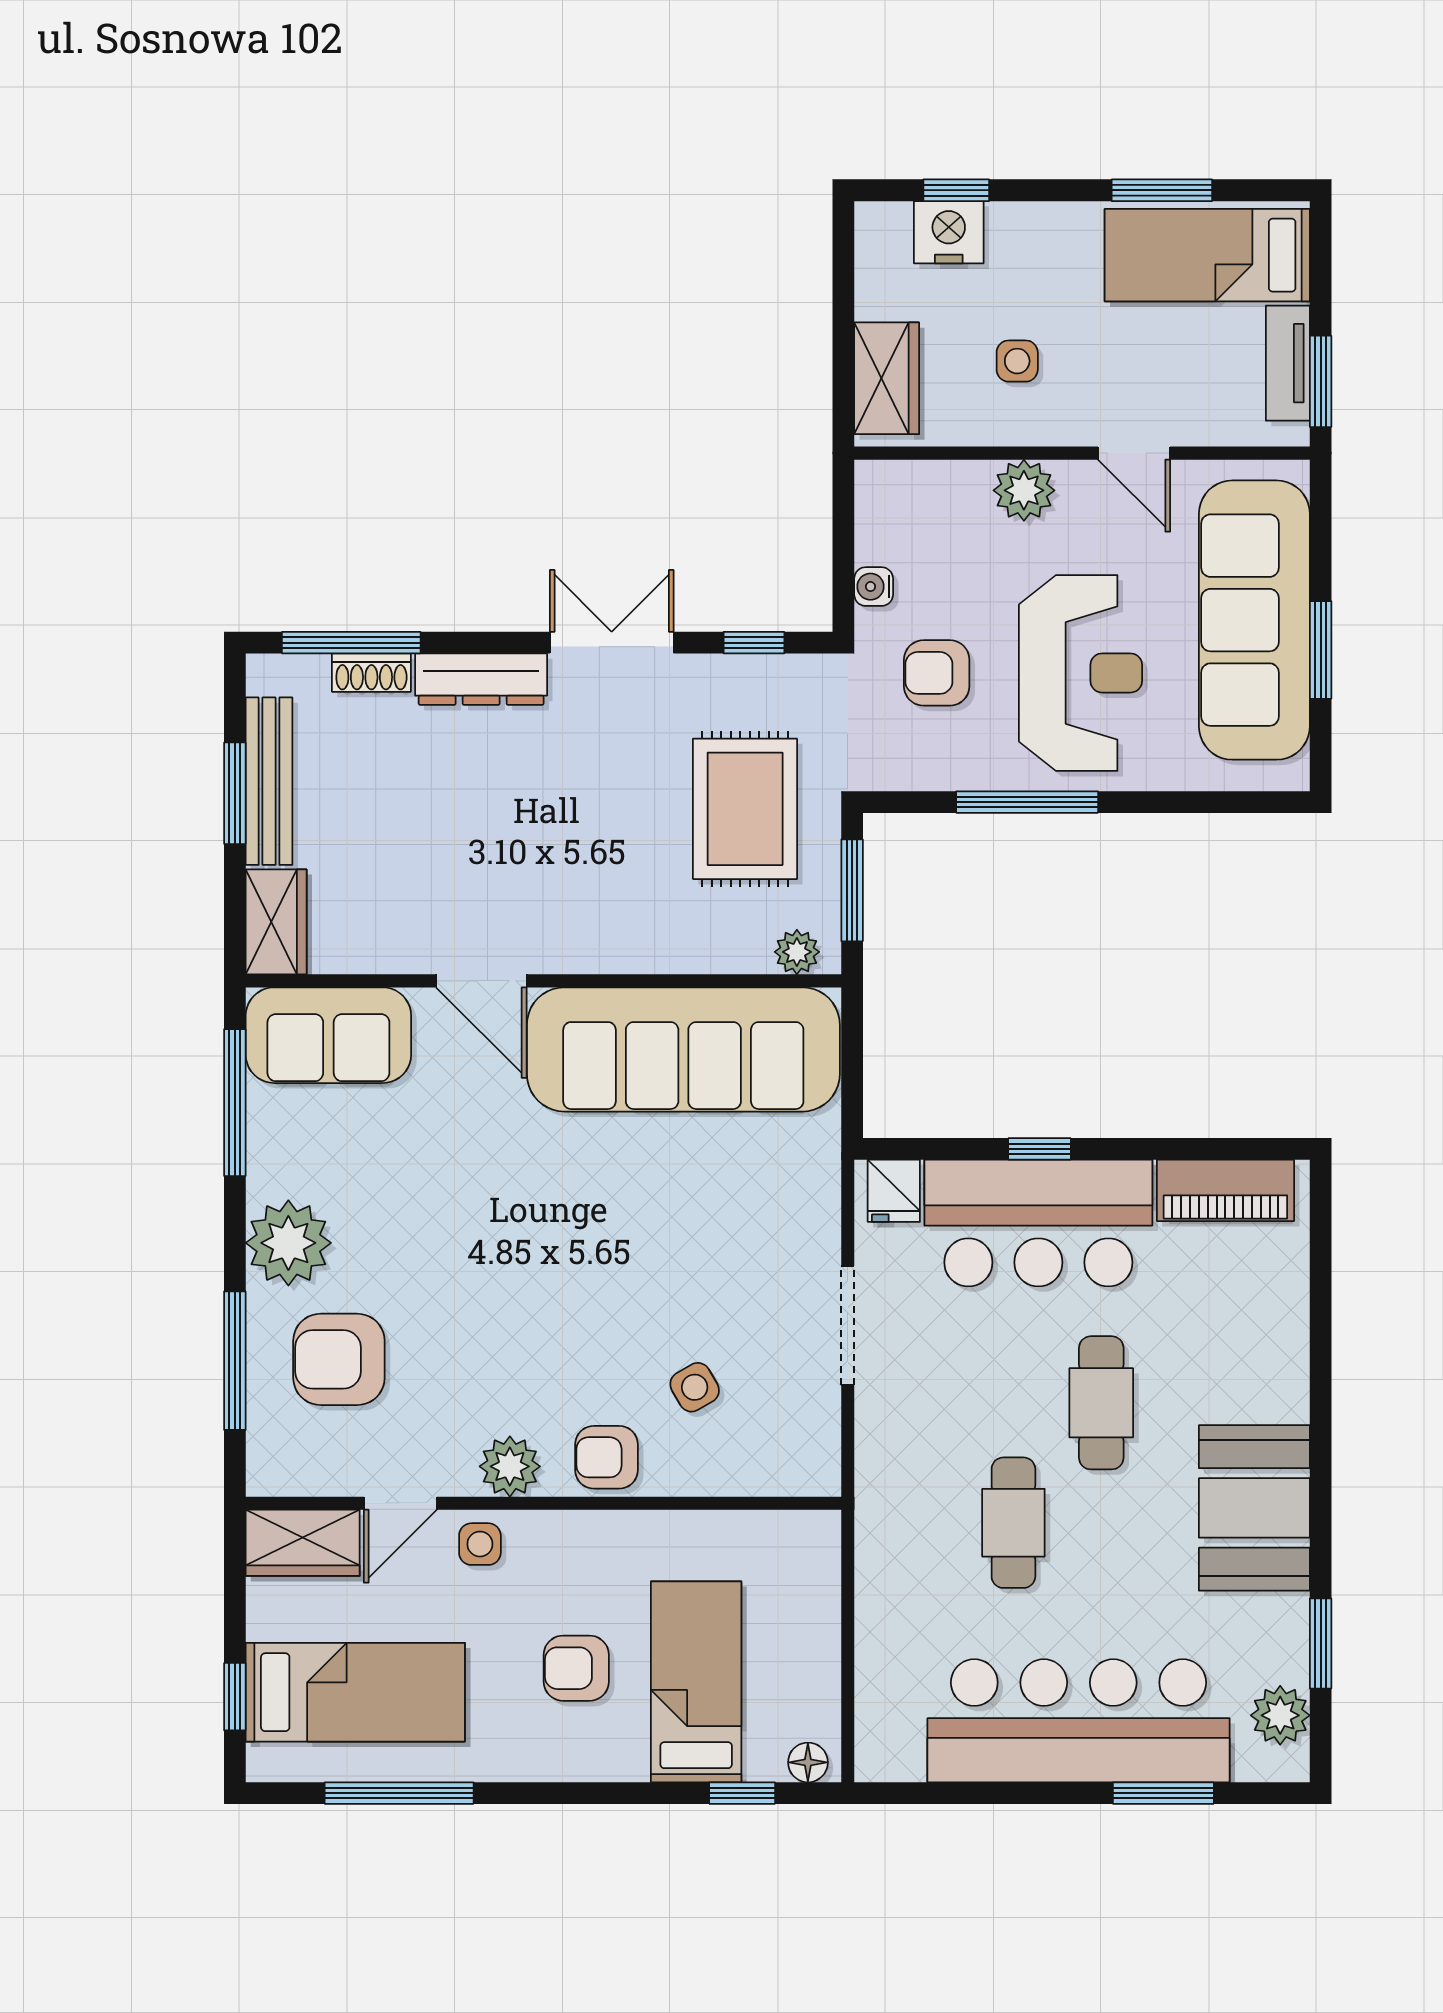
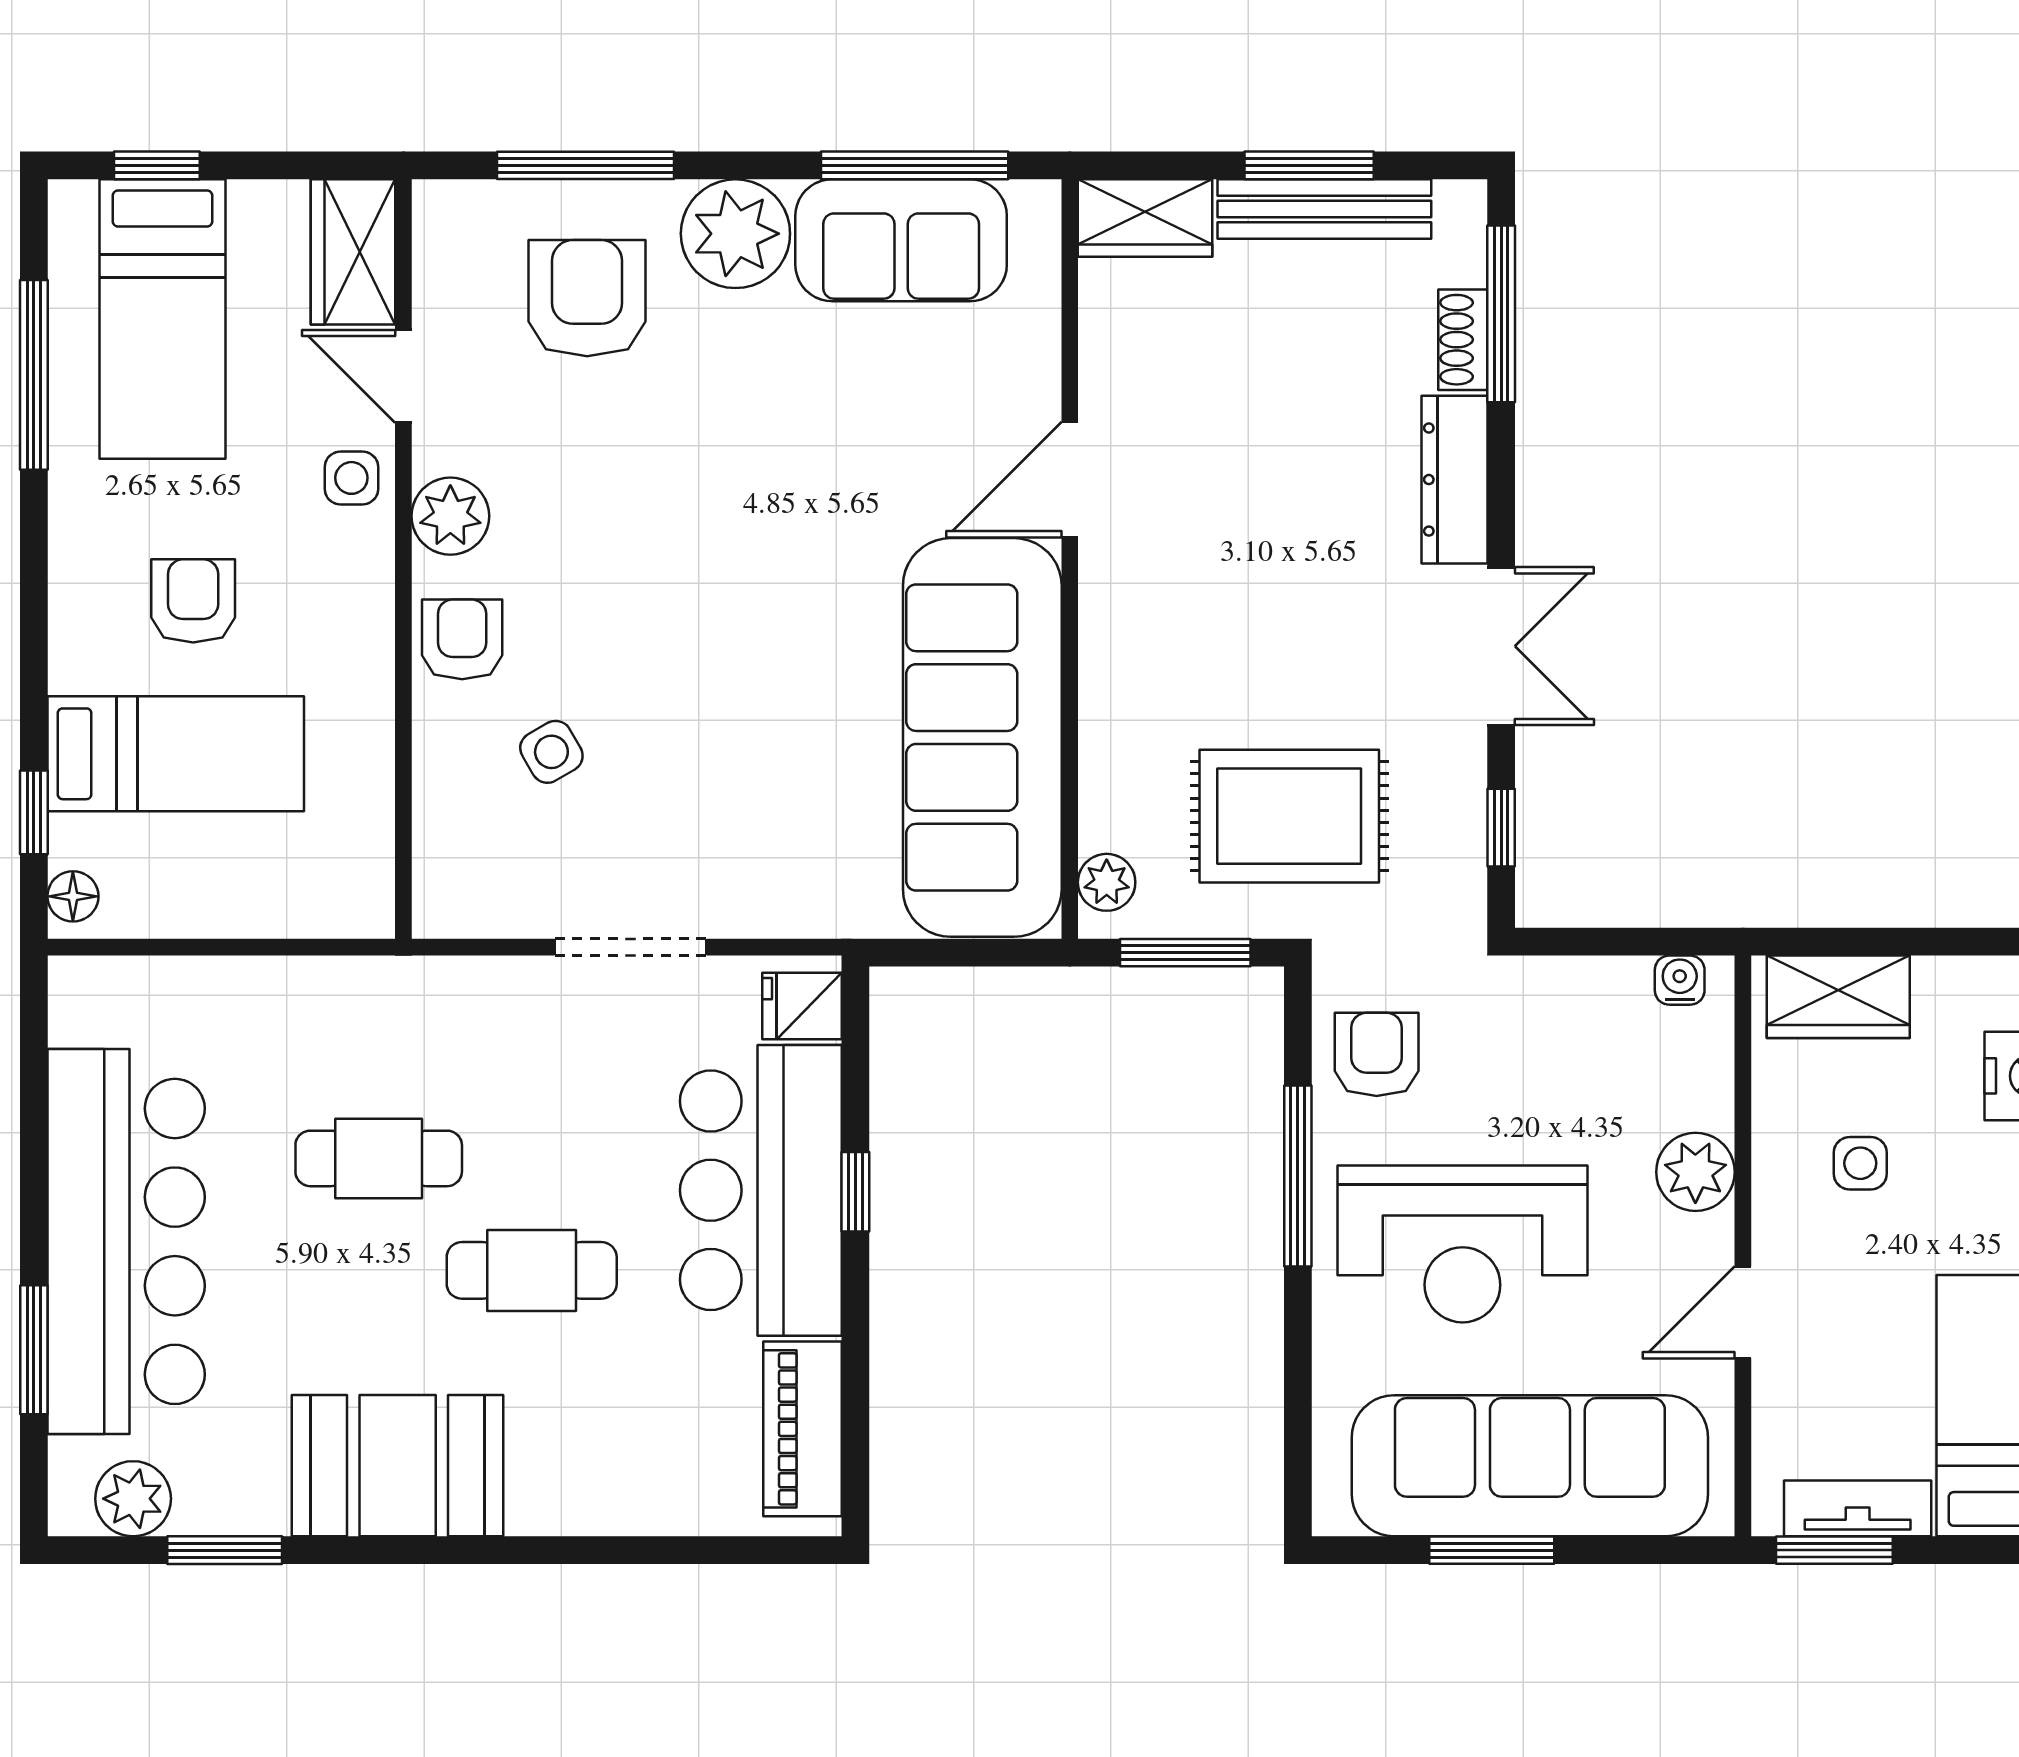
water cooler: (874, 587) -> (1680, 980), moved
armchair: (937, 673) -> (1377, 1054), moved
sofa: (328, 1035) -> (901, 240), moved, turned -90

